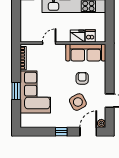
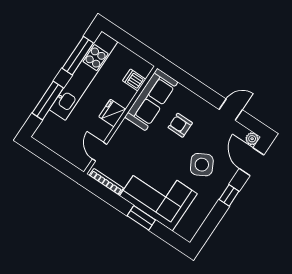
fridge: (77, 36) -> (112, 113), moved
door: (49, 43) -> (99, 152), moved
side table: (78, 102) -> (202, 165), moved

